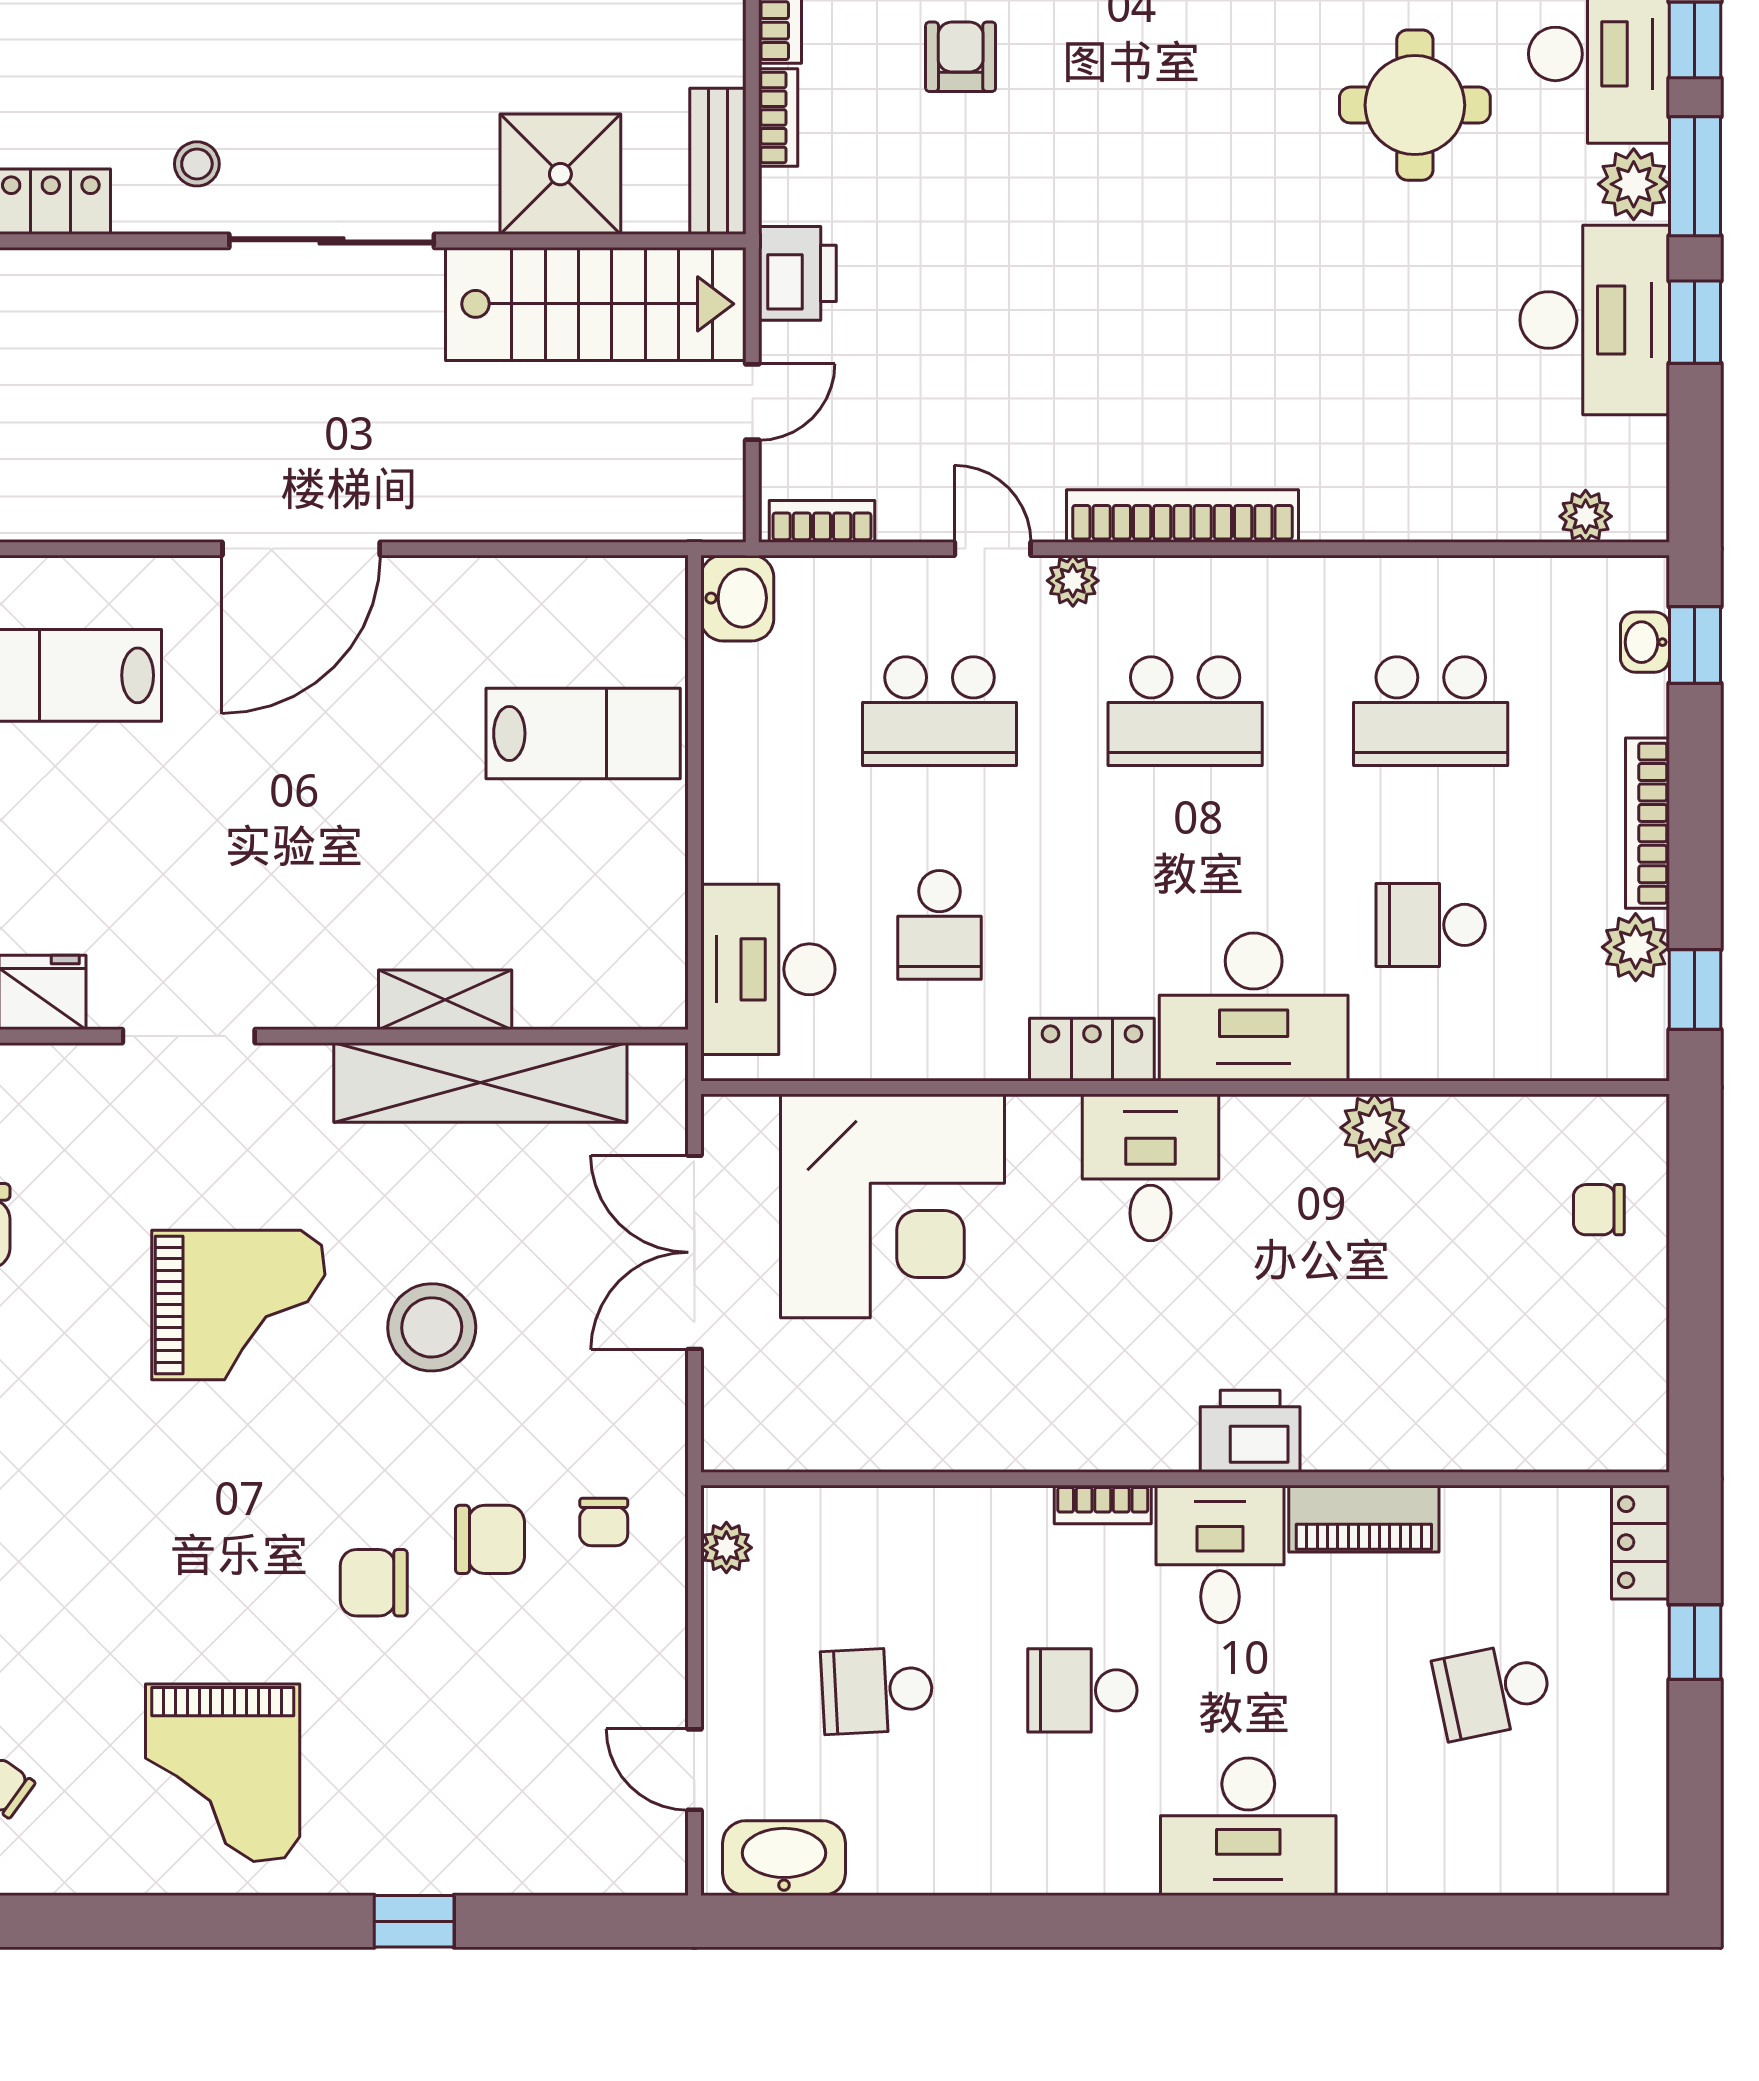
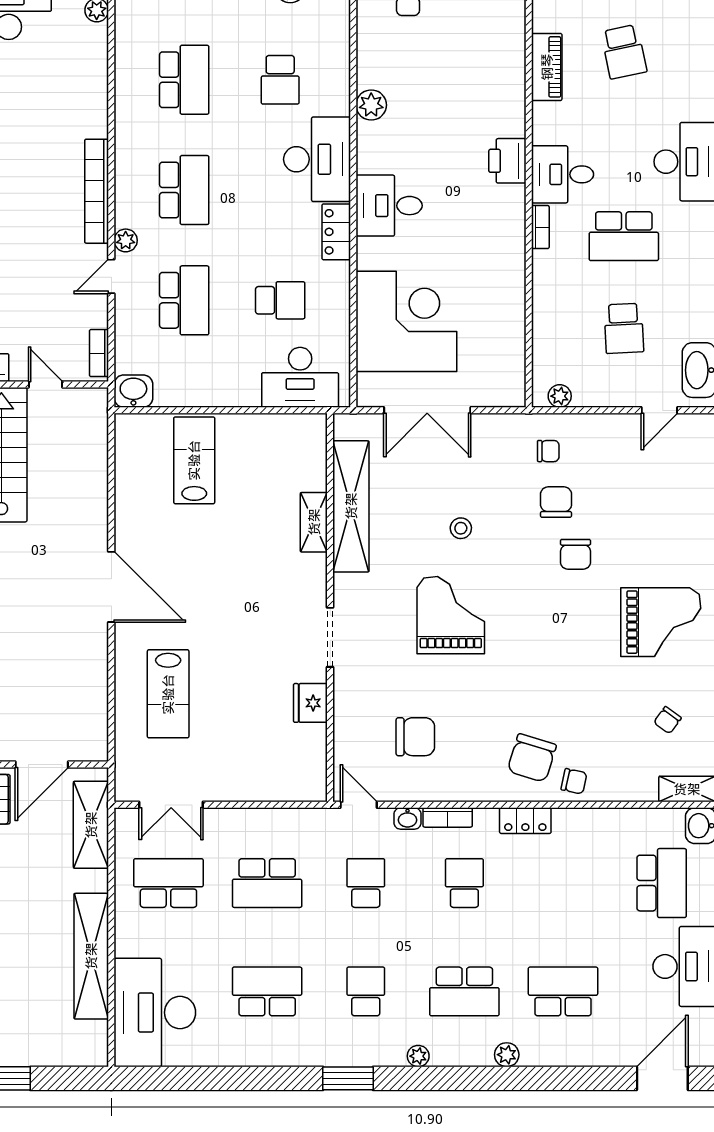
stool: (432, 1327) -> (461, 528), width x0.53, depth x0.53
piano: (1364, 1519) -> (547, 67), moved
school desk: (1082, 1690) -> (624, 236), width x1.85

